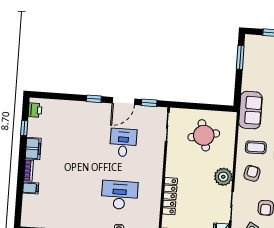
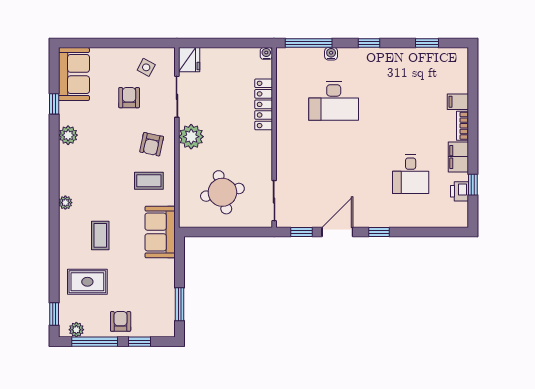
printer: (35, 110) -> (460, 191), moved
desk: (123, 143) -> (411, 174), moved

